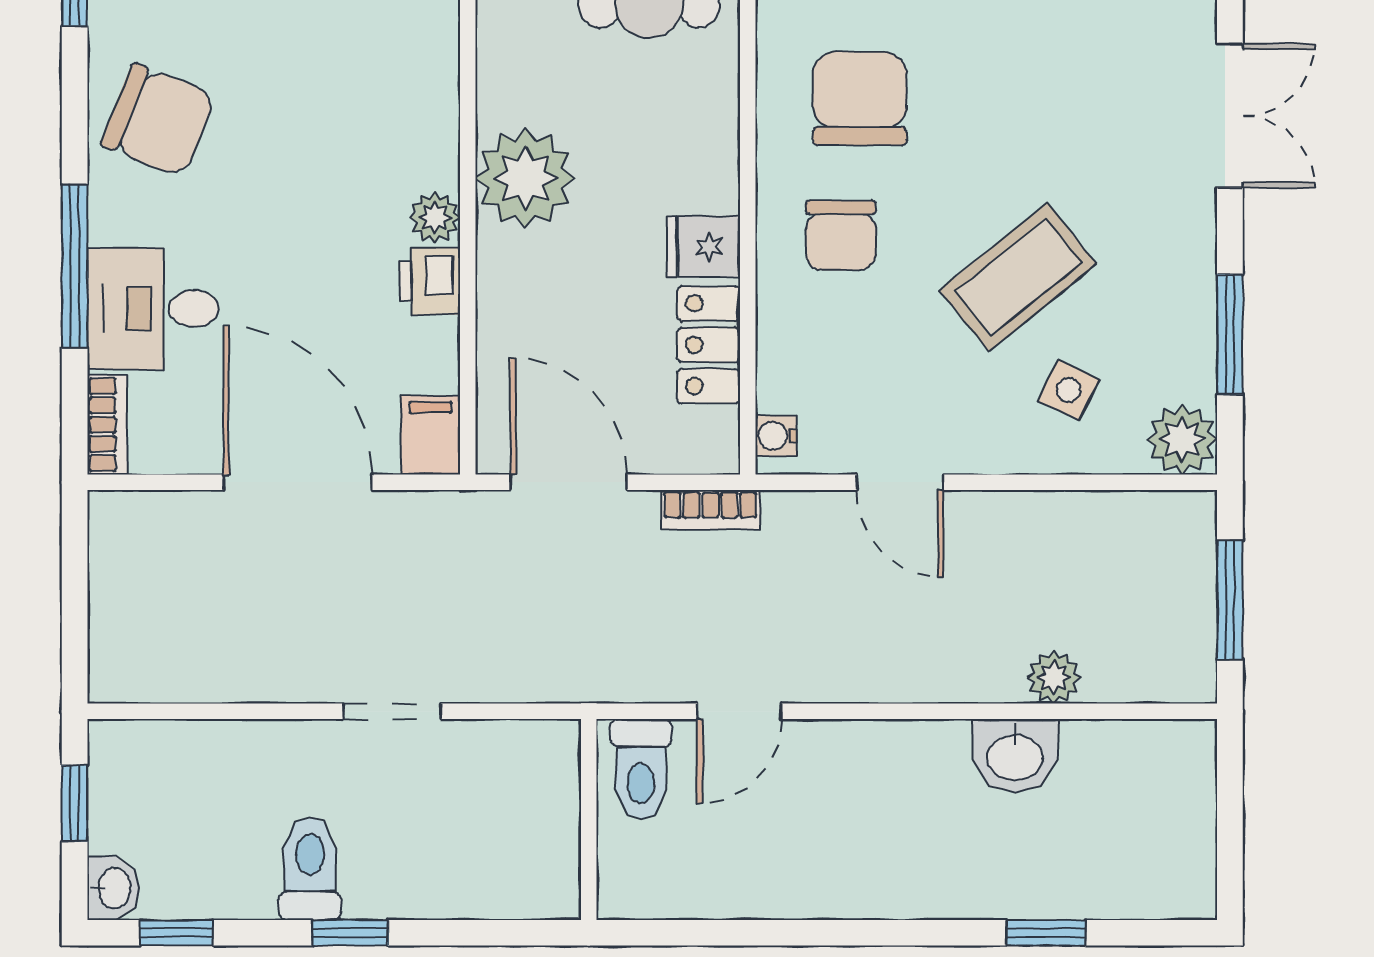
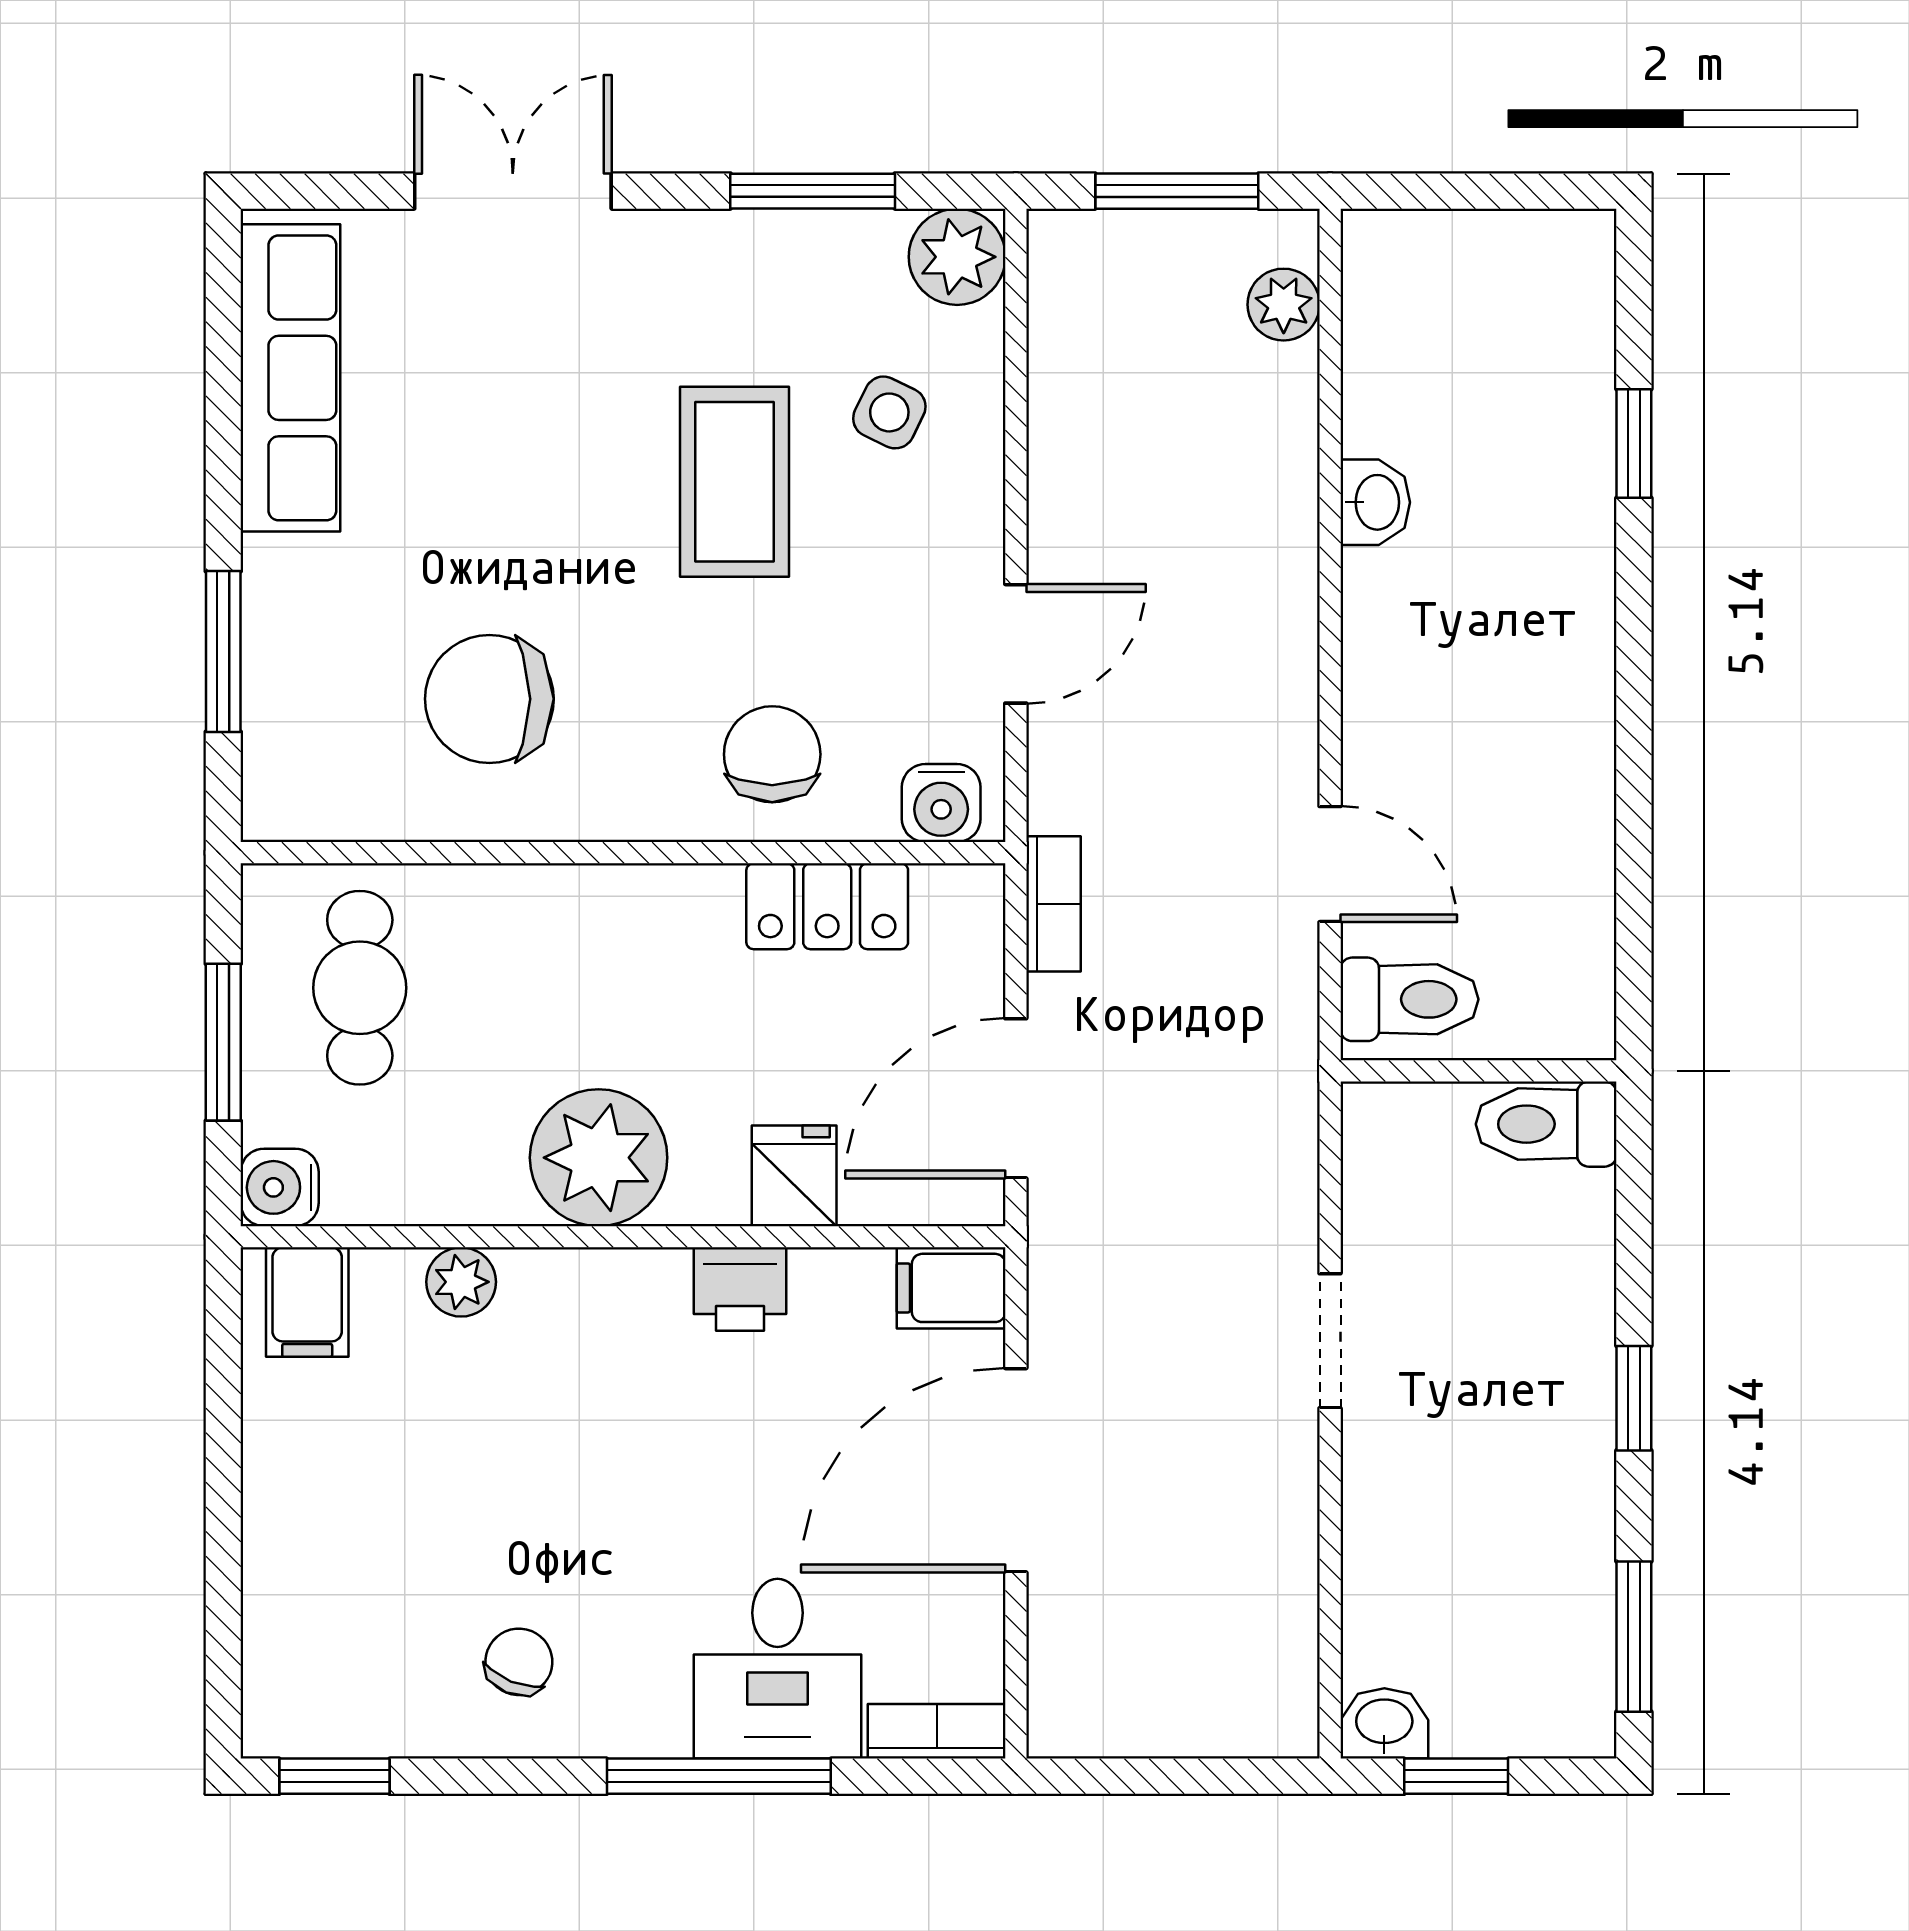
chair: (158, 120) -> (519, 1662), width x0.54, depth x0.54
plant: (435, 217) -> (461, 1282), moved
chair: (841, 235) -> (772, 754), moved, turned -90
fridge: (703, 247) -> (794, 1176), moved, turned 180
coffee table: (1018, 277) -> (734, 482), turned 39
water cooler: (776, 436) -> (941, 803), width x1.38, depth x1.38
plant: (1054, 677) -> (1284, 305), moved
washbasin: (1015, 756) -> (1375, 502), width x0.72, depth x0.69
toilet: (310, 869) -> (1546, 1124), moved
washbasin: (113, 888) -> (1384, 1723), moved
window: (176, 933) -> (1634, 1637), width x1.50

